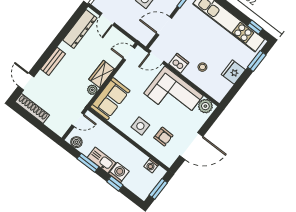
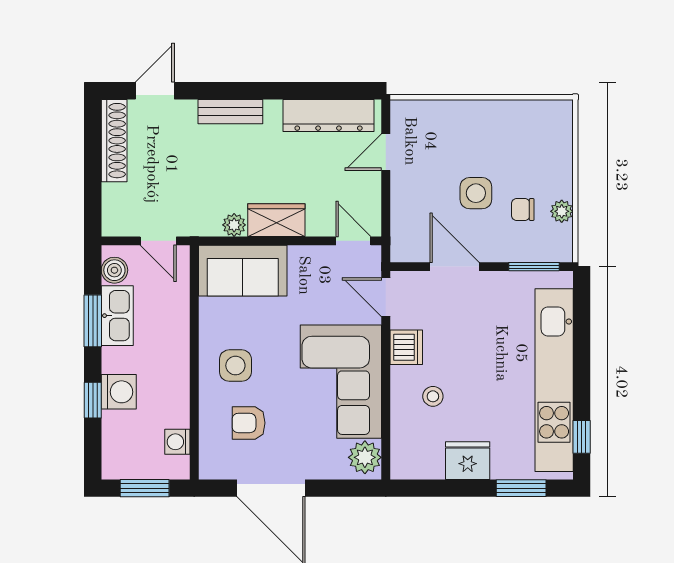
armchair: (163, 137) -> (249, 423), turned 89
kitchen sink: (102, 160) -> (117, 316), moved

